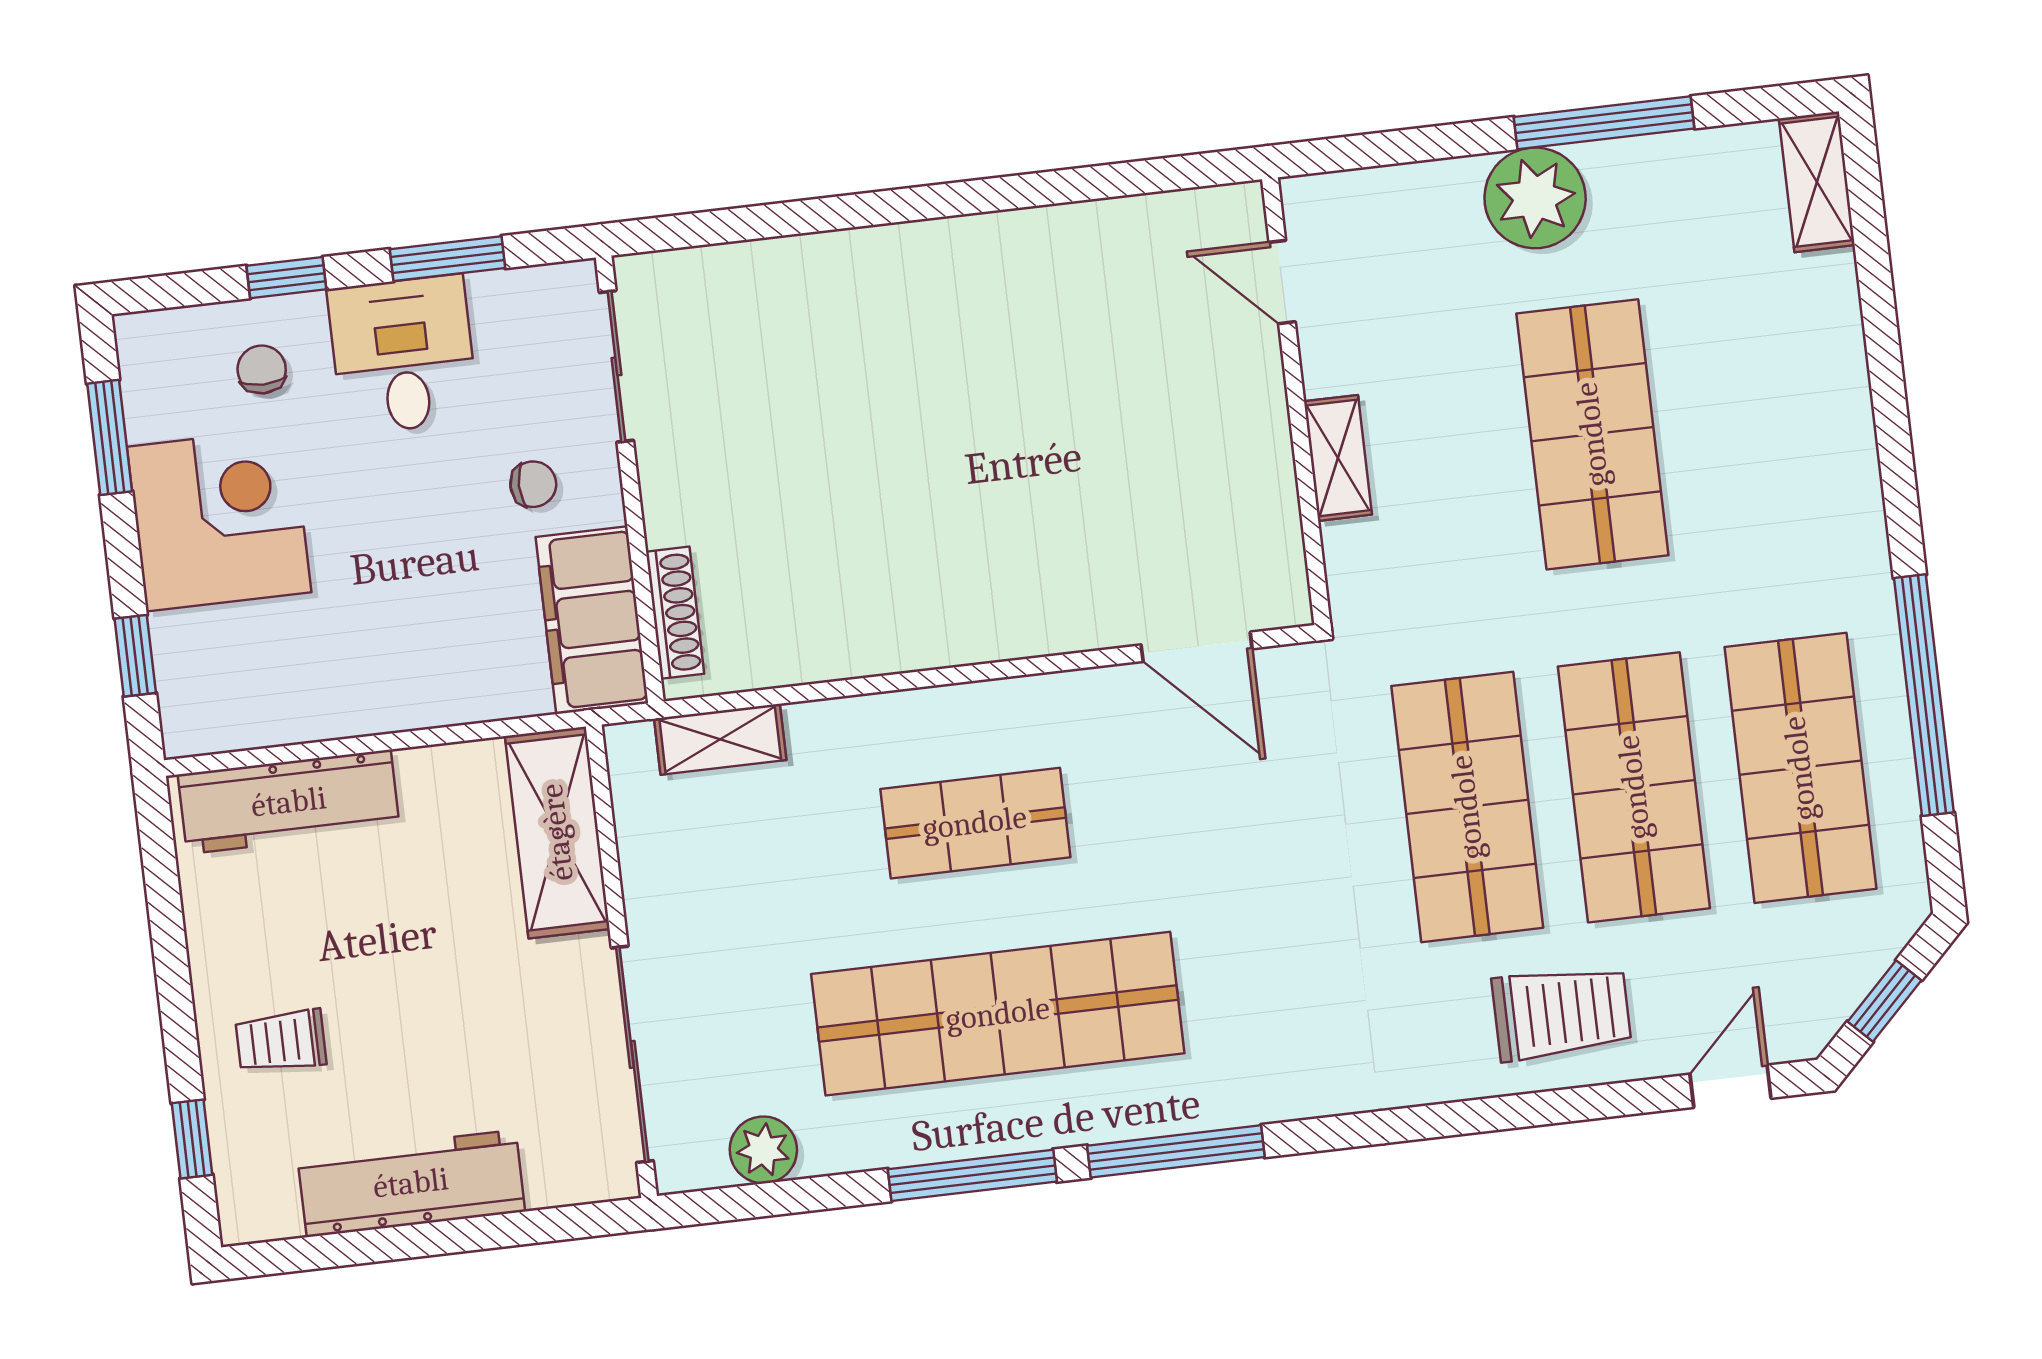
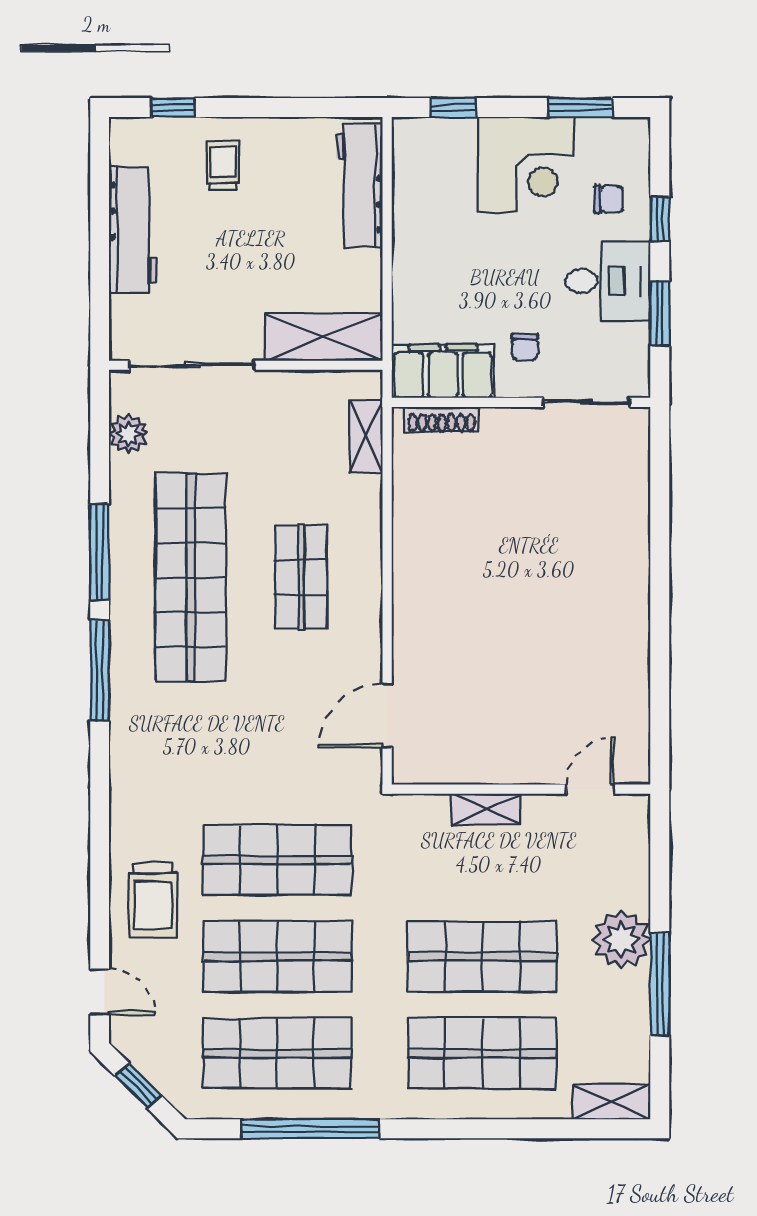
shop shelf: (1759, 415) -> (482, 1053), added

